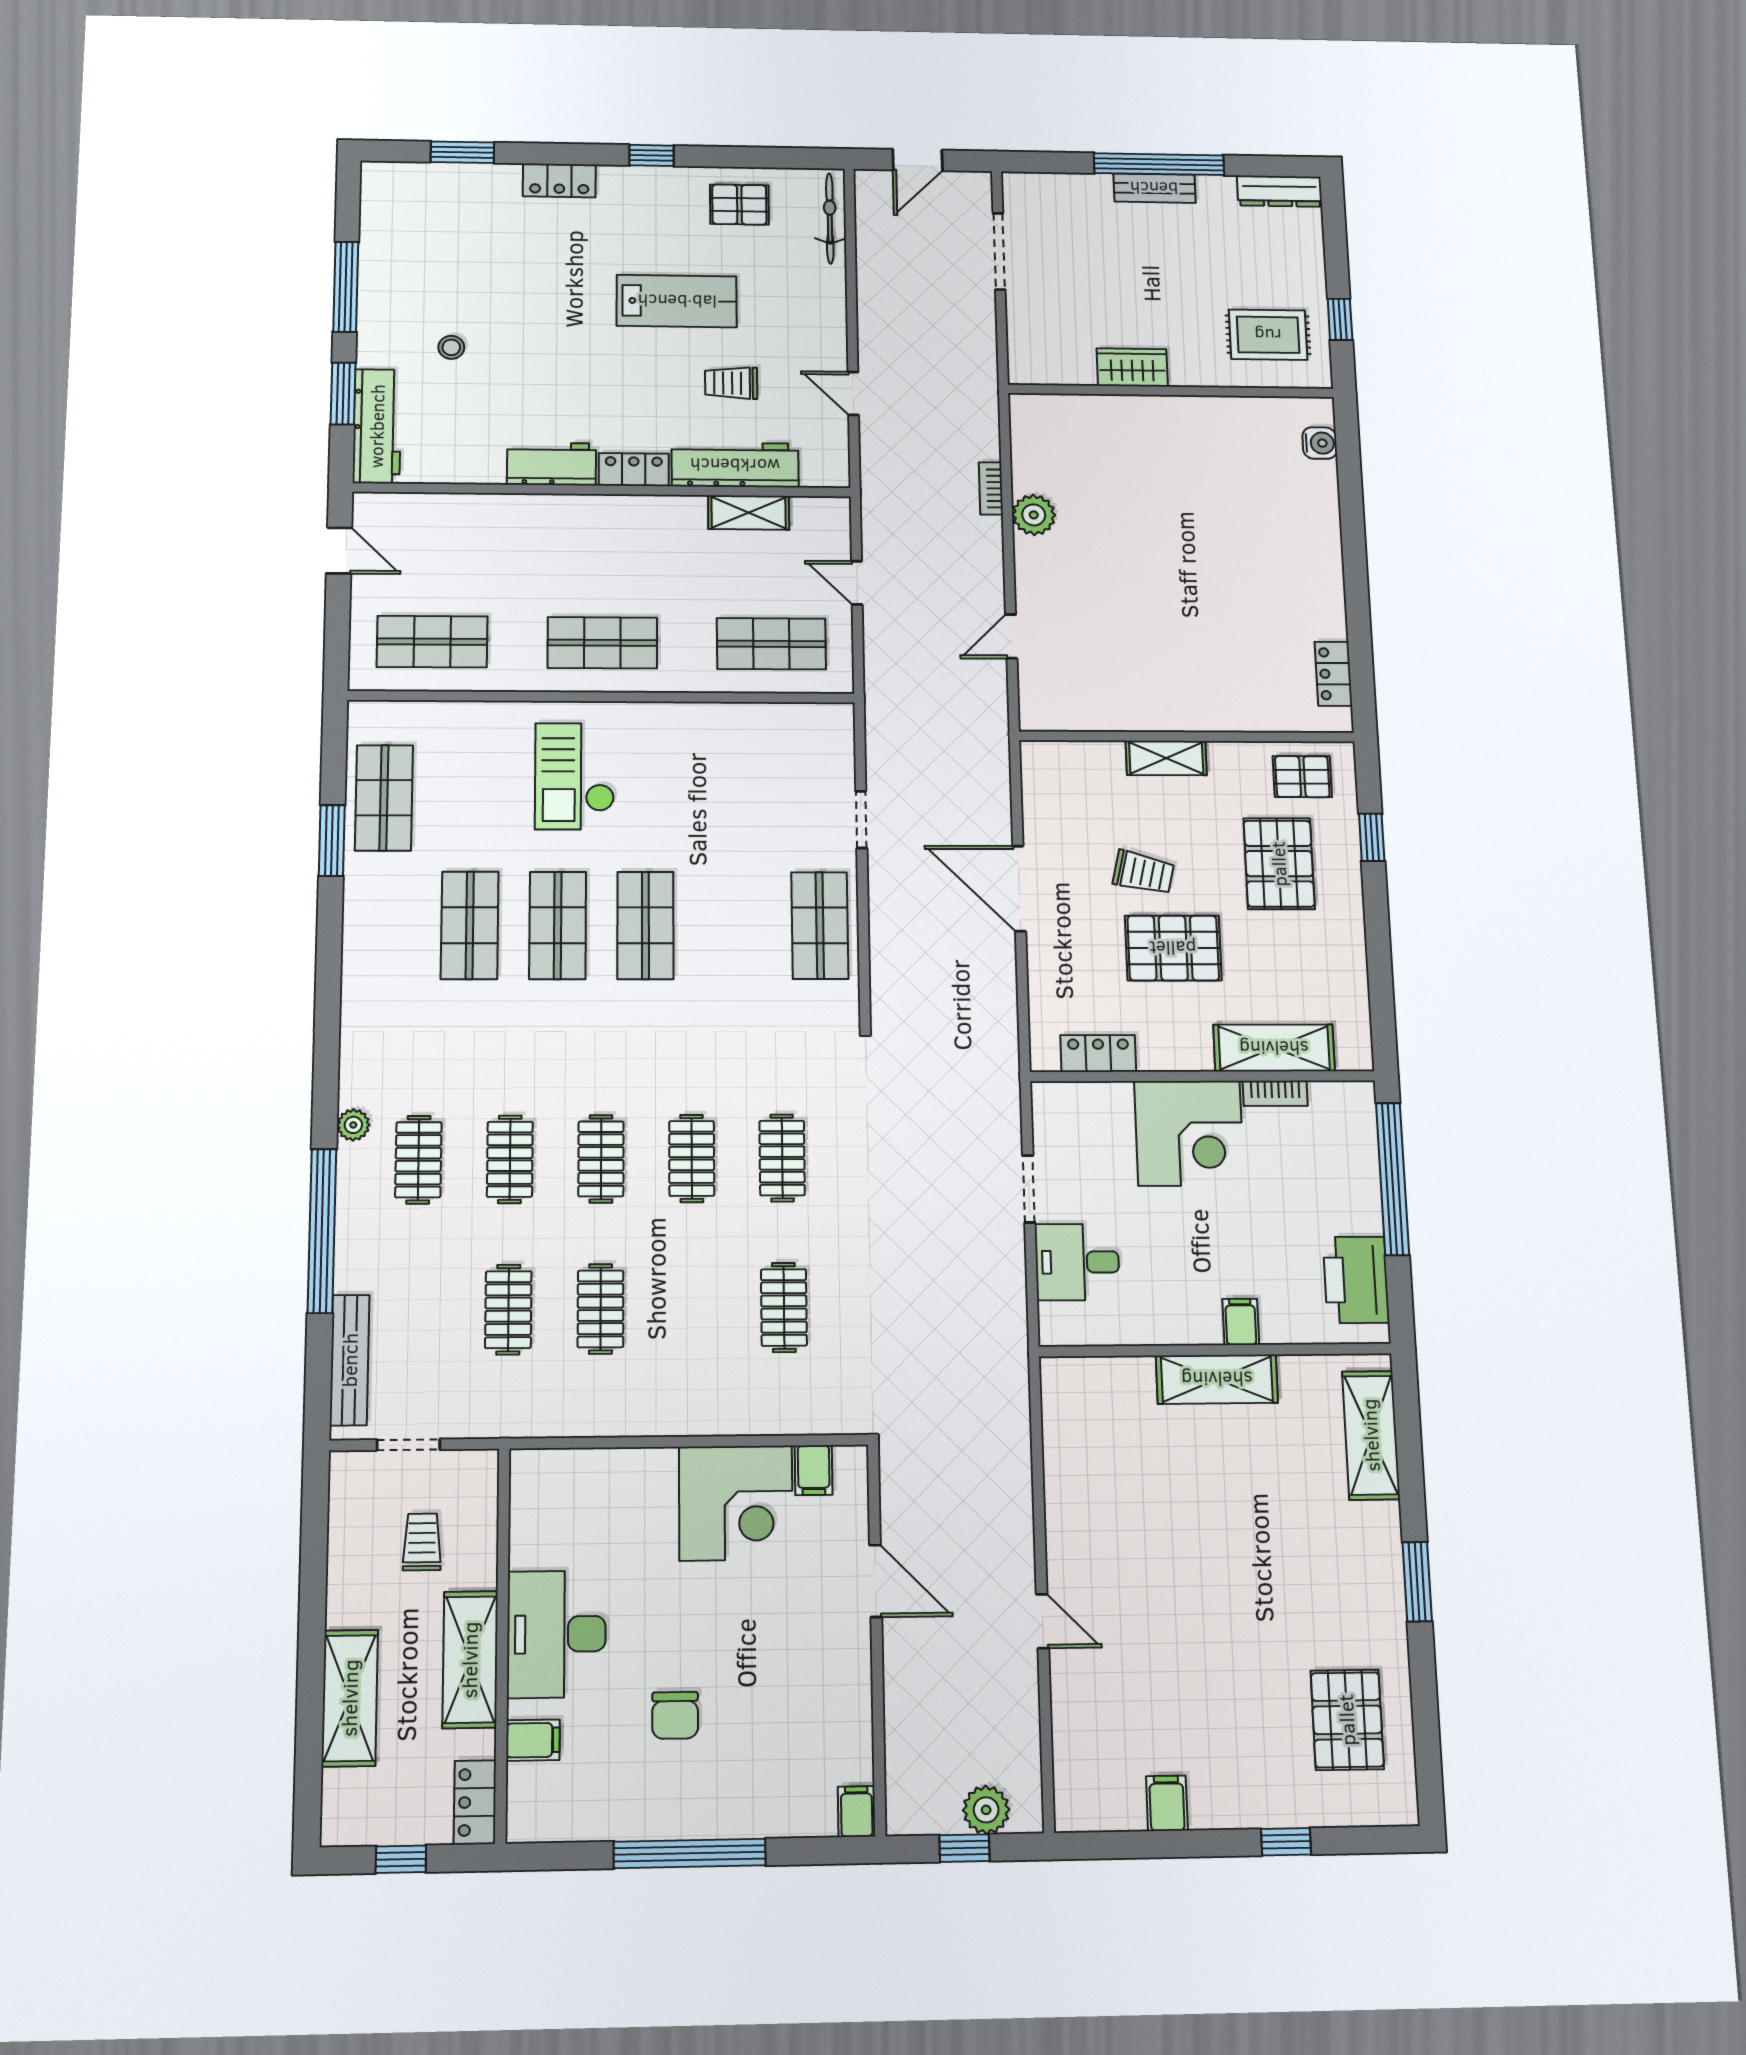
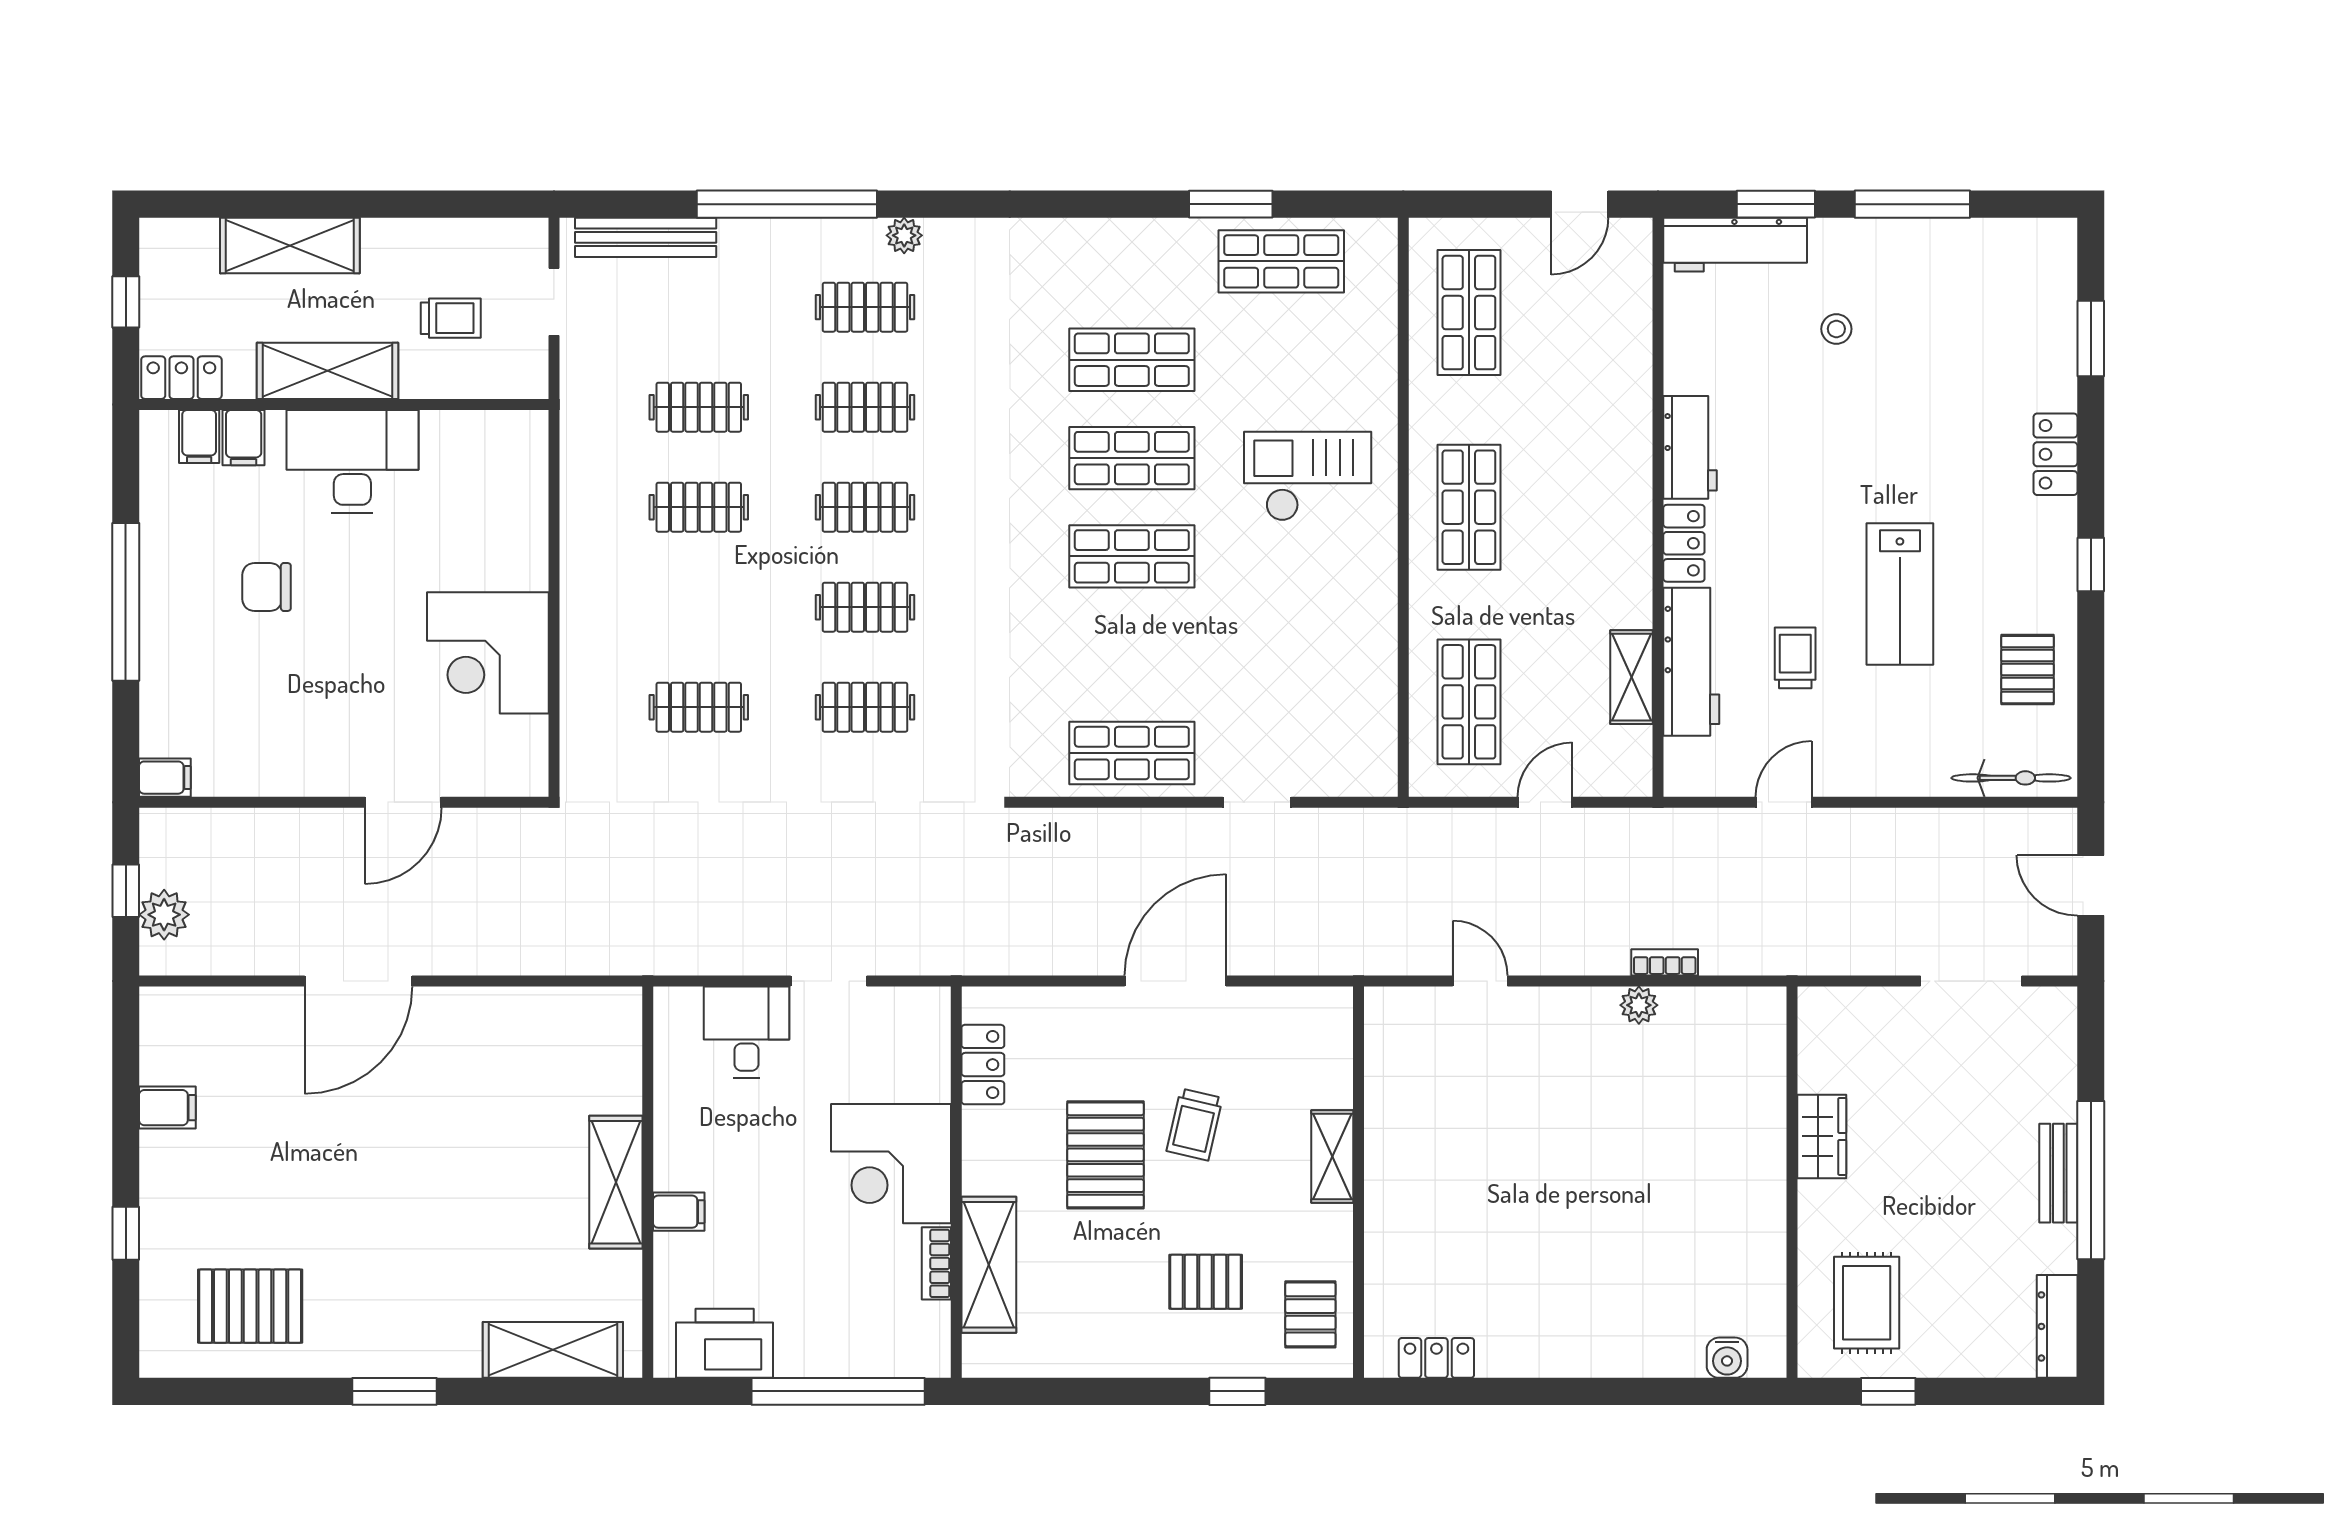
plant: (1034, 515) -> (1639, 1005), width x0.73, depth x0.73
pallet: (1279, 864) -> (1206, 1282), width x0.67, depth x0.71
filing cabinet: (814, 1470) -> (199, 436), moved, turned -90
door: (1043, 1621) -> (358, 981), width x1.88

